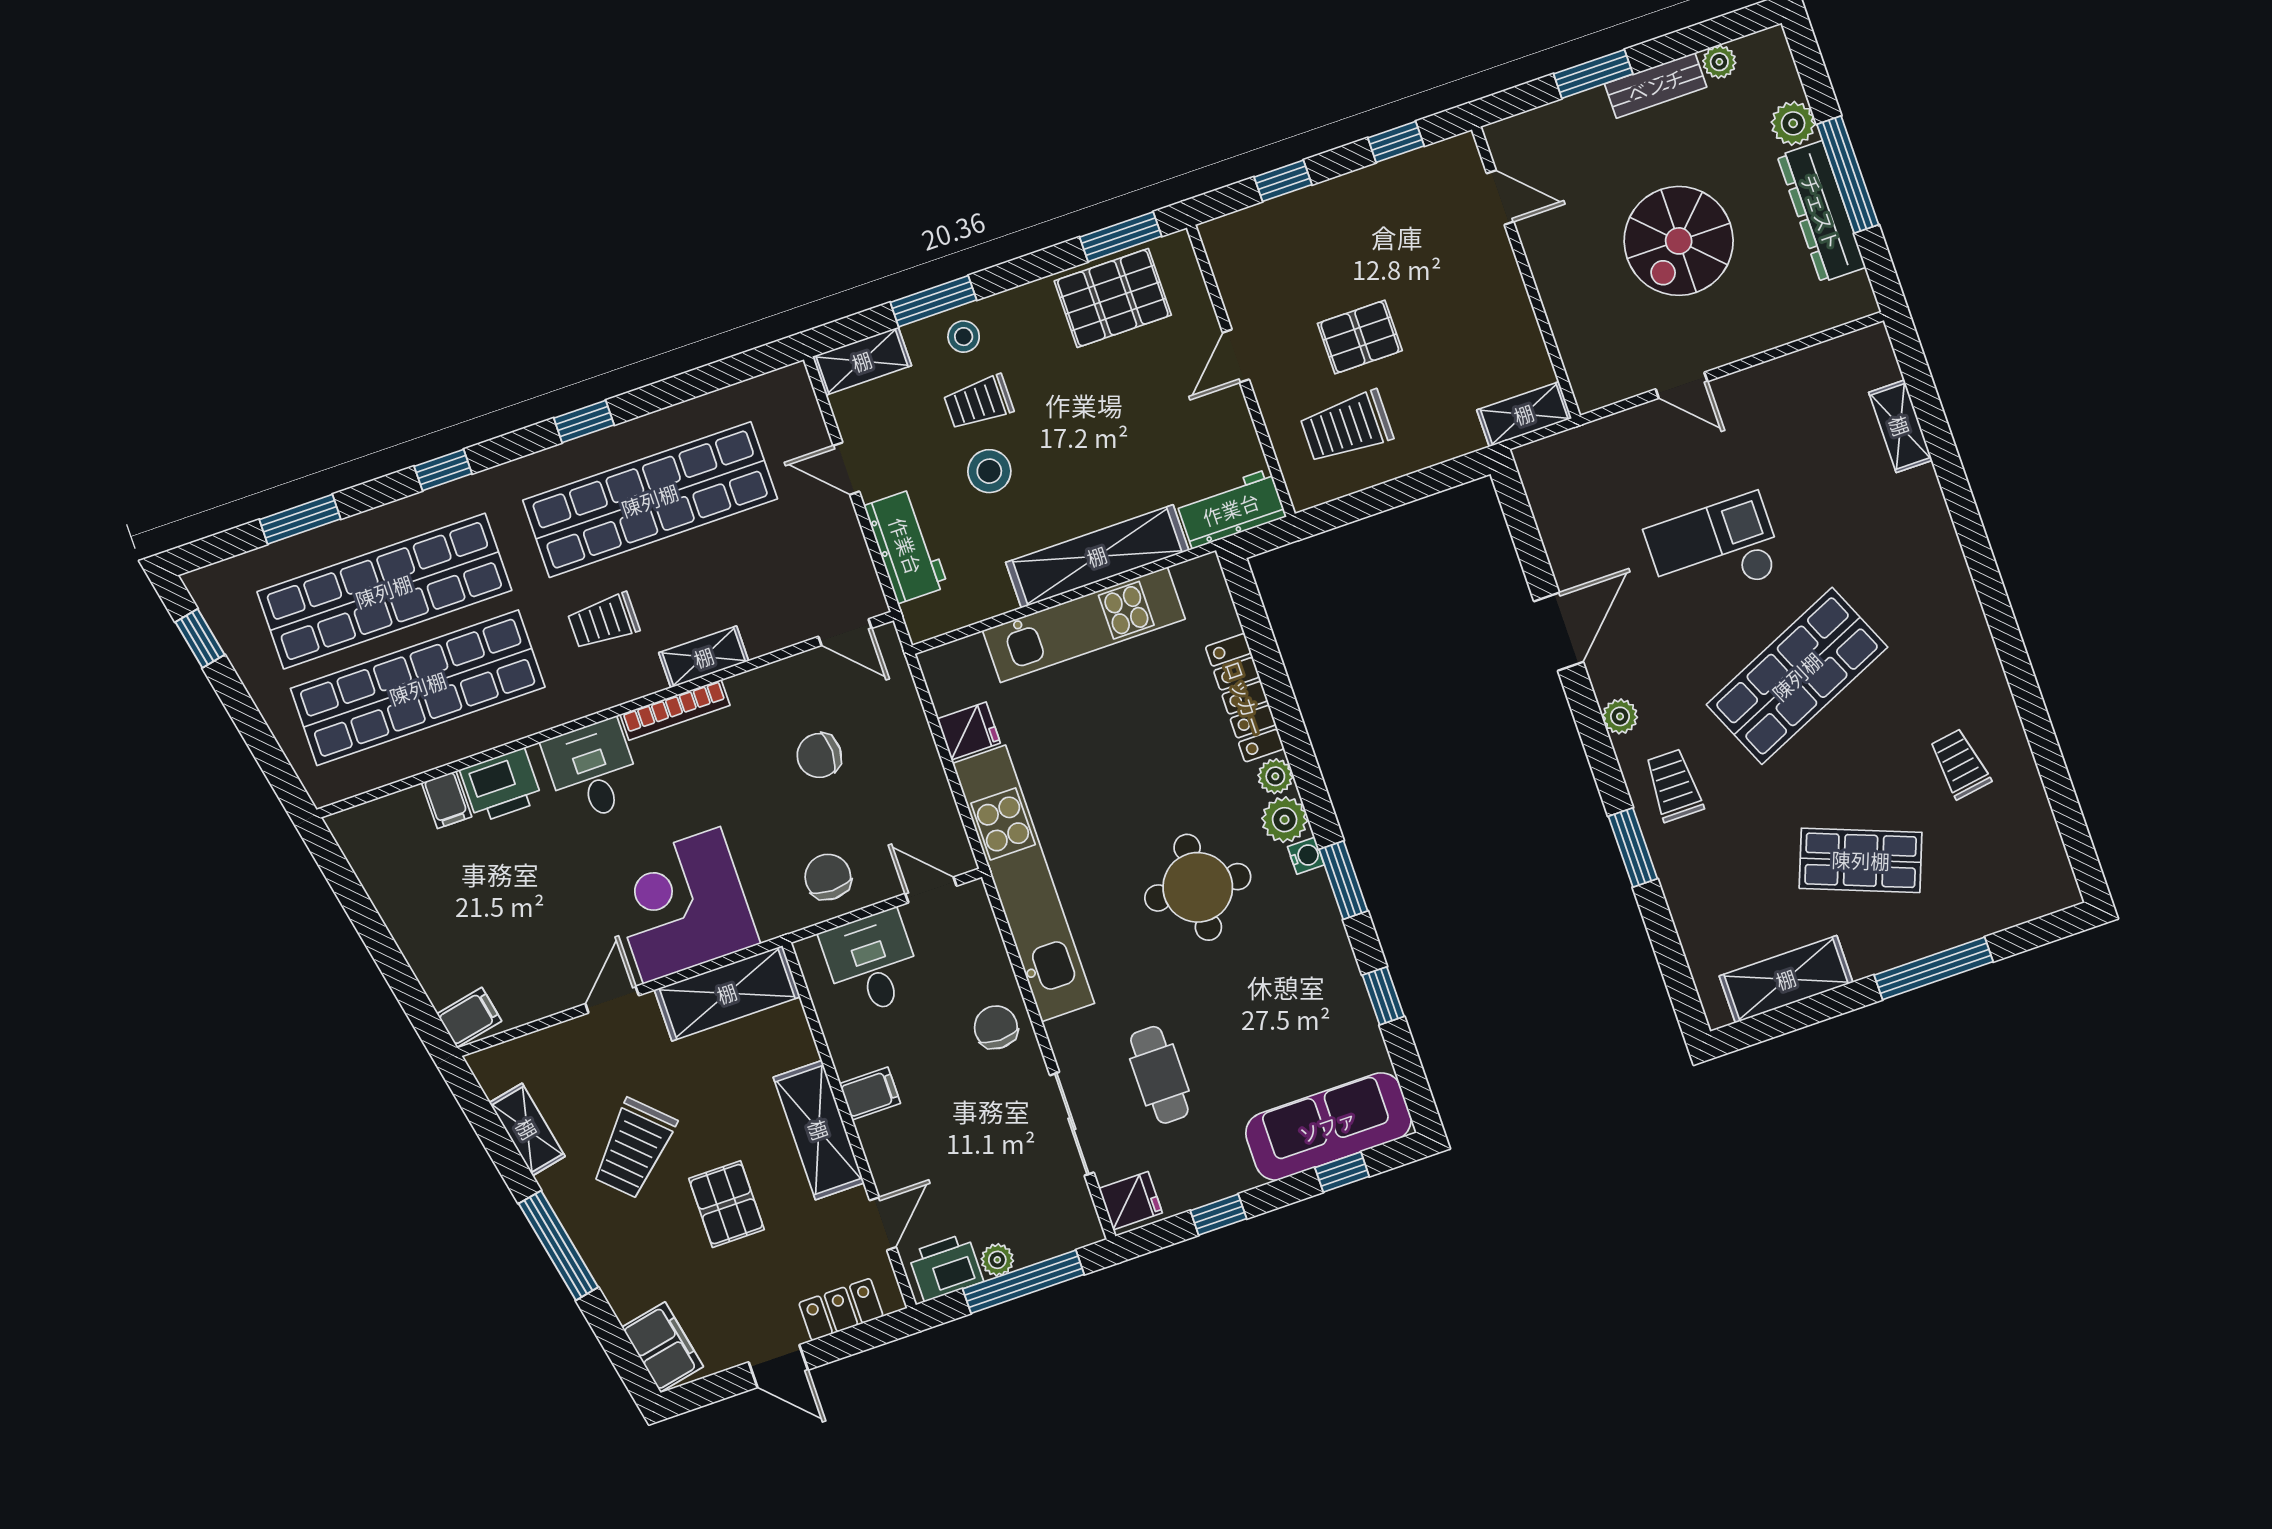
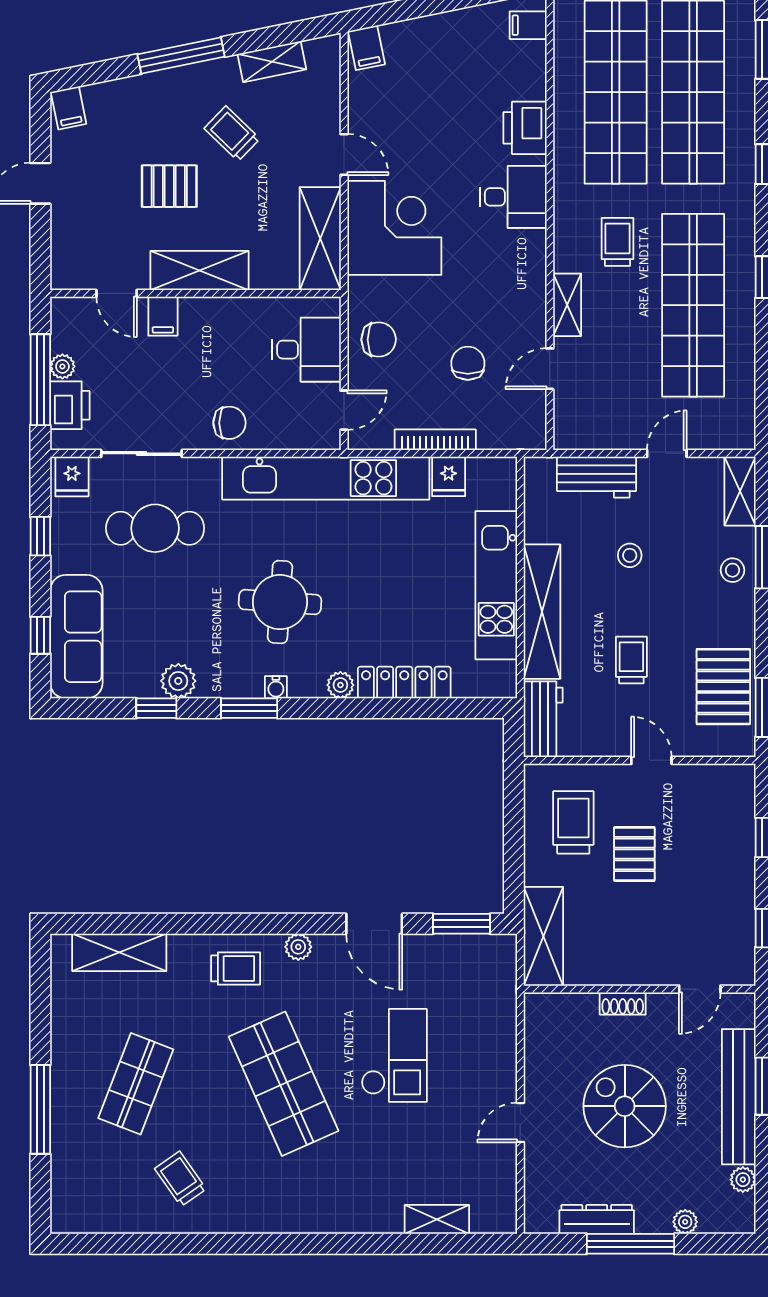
bench: (1656, 85) -> (739, 1097), width x1.86, depth x1.21
plant: (1793, 123) -> (685, 1222), width x0.73, depth x0.73
dresser: (1821, 212) -> (597, 1219), width x0.73, depth x0.80
shoe rack: (1551, 287) -> (623, 1003), added
door: (1682, 385) -> (520, 1123), moved
trolley: (979, 402) -> (631, 660), moved
shelving: (1524, 414) -> (543, 936), width x1.50, depth x1.33
stool: (989, 471) -> (630, 555), width x0.73, depth x0.73
door: (845, 632) -> (550, 369), moved
bookcase: (675, 710) -> (435, 440), moved, turned 90
trolley: (1960, 764) -> (180, 1179), turned -116
filing cabinet: (447, 800) -> (528, 25), moved
plant: (1285, 820) -> (178, 681), moved
window: (1633, 847) -> (462, 924), moved
shelving: (1786, 979) -> (119, 952), moved, turned 90
cafe table: (1159, 1075) -> (155, 528), width x1.37, depth x1.35
filing cabinet: (870, 1094) -> (163, 316), moved
trolley: (634, 1148) -> (232, 134), width x0.73, depth x0.72
printer: (946, 1267) -> (70, 405), moved
locker: (841, 1309) -> (65, 242), removed
filing cabinet: (663, 1347) -> (69, 108), width x0.50

